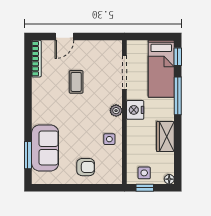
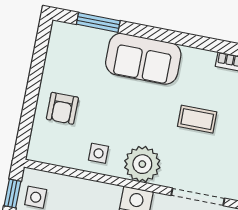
plant: (116, 111) -> (142, 164), width x1.88, depth x1.88
sofa: (45, 148) -> (143, 59), moved

